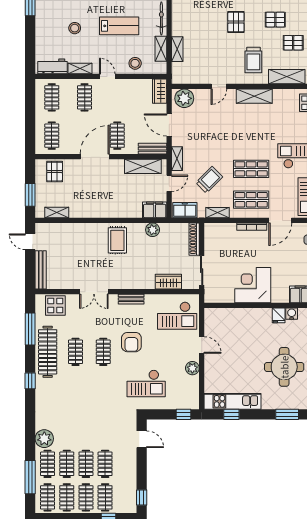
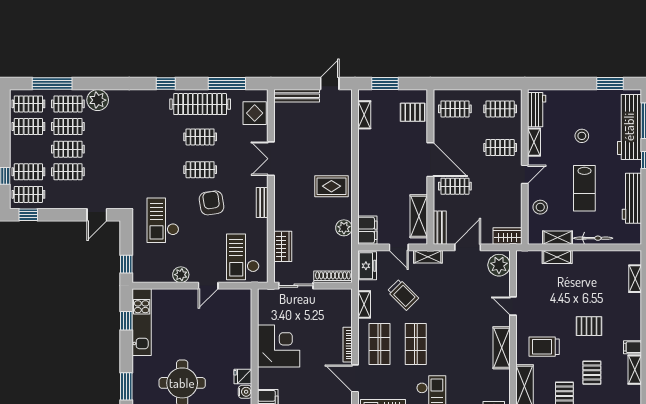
armchair: (131, 342) -> (212, 203), turned 81
clothes rail: (86, 497) -> (28, 194), moved

